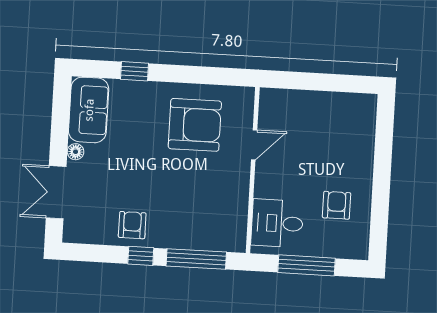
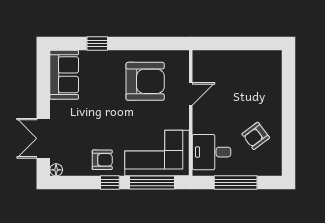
floor lamp: (76, 152) -> (56, 170), moved
armchair: (337, 205) -> (256, 136), turned -127
corner sofa: (205, 220) -> (157, 153), added
armchair: (132, 225) -> (102, 160), turned 90

